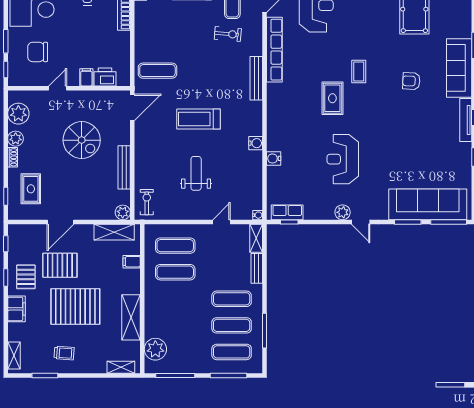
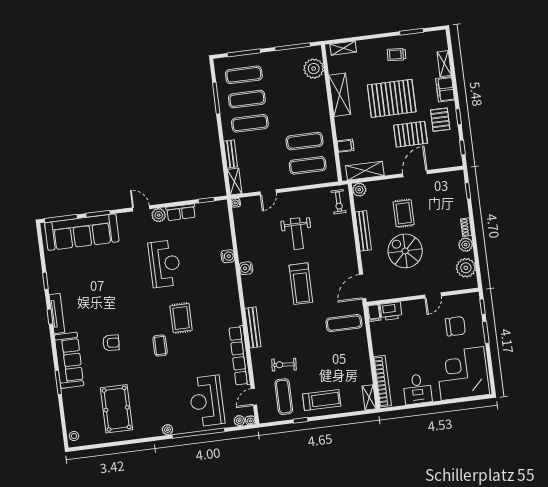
filing cabinet: (86, 77) -> (374, 313), moved
treadmill: (199, 119) -> (301, 284), turned 90
rug: (31, 189) -> (404, 213), moved
row of seats: (287, 212) -> (181, 212), moved
shelving: (14, 356) -> (444, 64), moved

